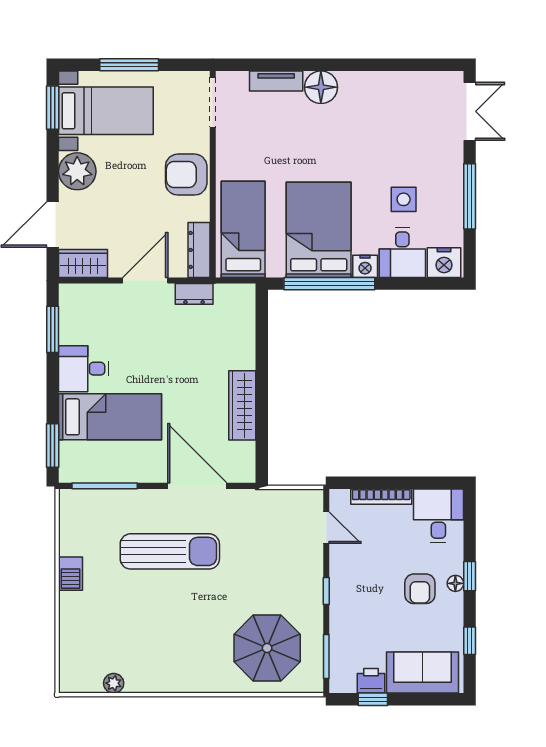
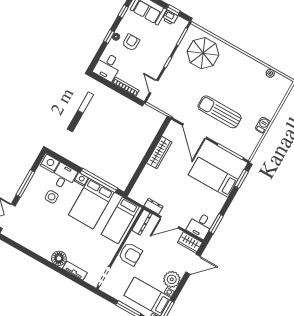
desk: (84, 369) -> (200, 225), moved, turned 90

